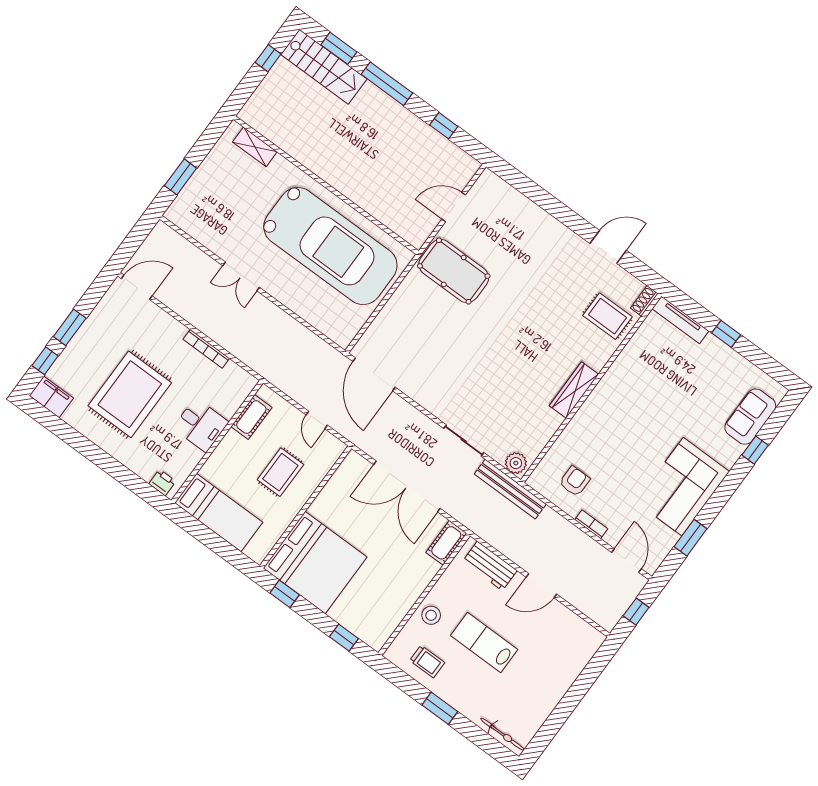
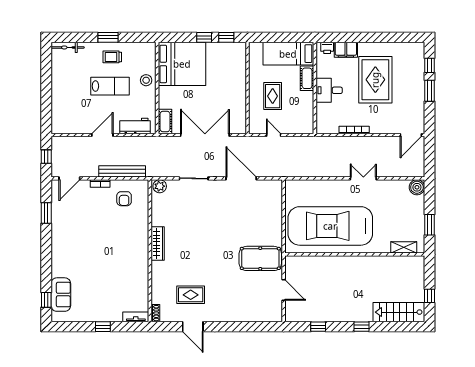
window: (339, 48) -> (398, 327), removed
window: (387, 84) -> (362, 327), width x0.46
window: (181, 177) -> (429, 225), moved
door: (454, 207) -> (284, 290), hinge flipped
boiler: (179, 213) -> (417, 187), added
door: (608, 247) -> (193, 327), hinge flipped
rug: (607, 316) -> (191, 295), moved
tv unit: (680, 320) -> (136, 317), width x0.71
door: (374, 374) -> (241, 178), moved
filing cabinet: (51, 397) -> (346, 50), moved
cot: (251, 417) -> (307, 78), moved
window: (755, 450) -> (46, 300), moved
corner sofa: (683, 487) -> (69, 235), removed
bench: (510, 489) -> (122, 171), moved
door: (627, 561) -> (69, 178), hinge flipped
bed: (315, 563) -> (182, 64), moved, turned 180
window: (344, 638) -> (204, 37), moved
trolley: (427, 662) -> (112, 57), moved

